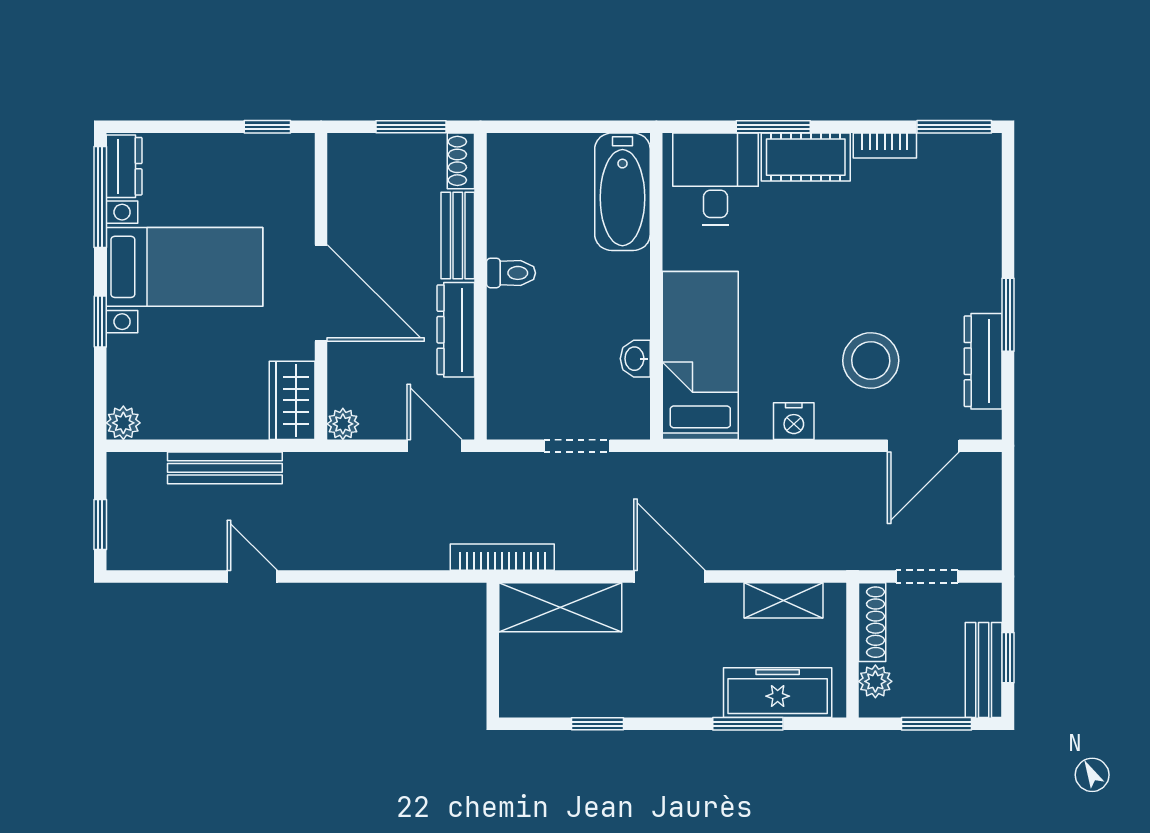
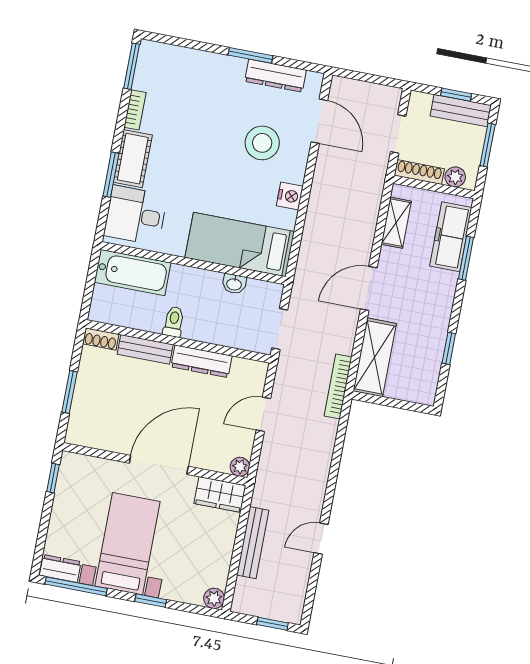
shoe rack: (461, 161) -> (101, 339), moved
bench: (458, 236) -> (145, 349), moved
toilet: (511, 273) -> (174, 322), moved
wall: (481, 286) -> (178, 341), moved
dresser: (456, 330) -> (201, 361), moved

